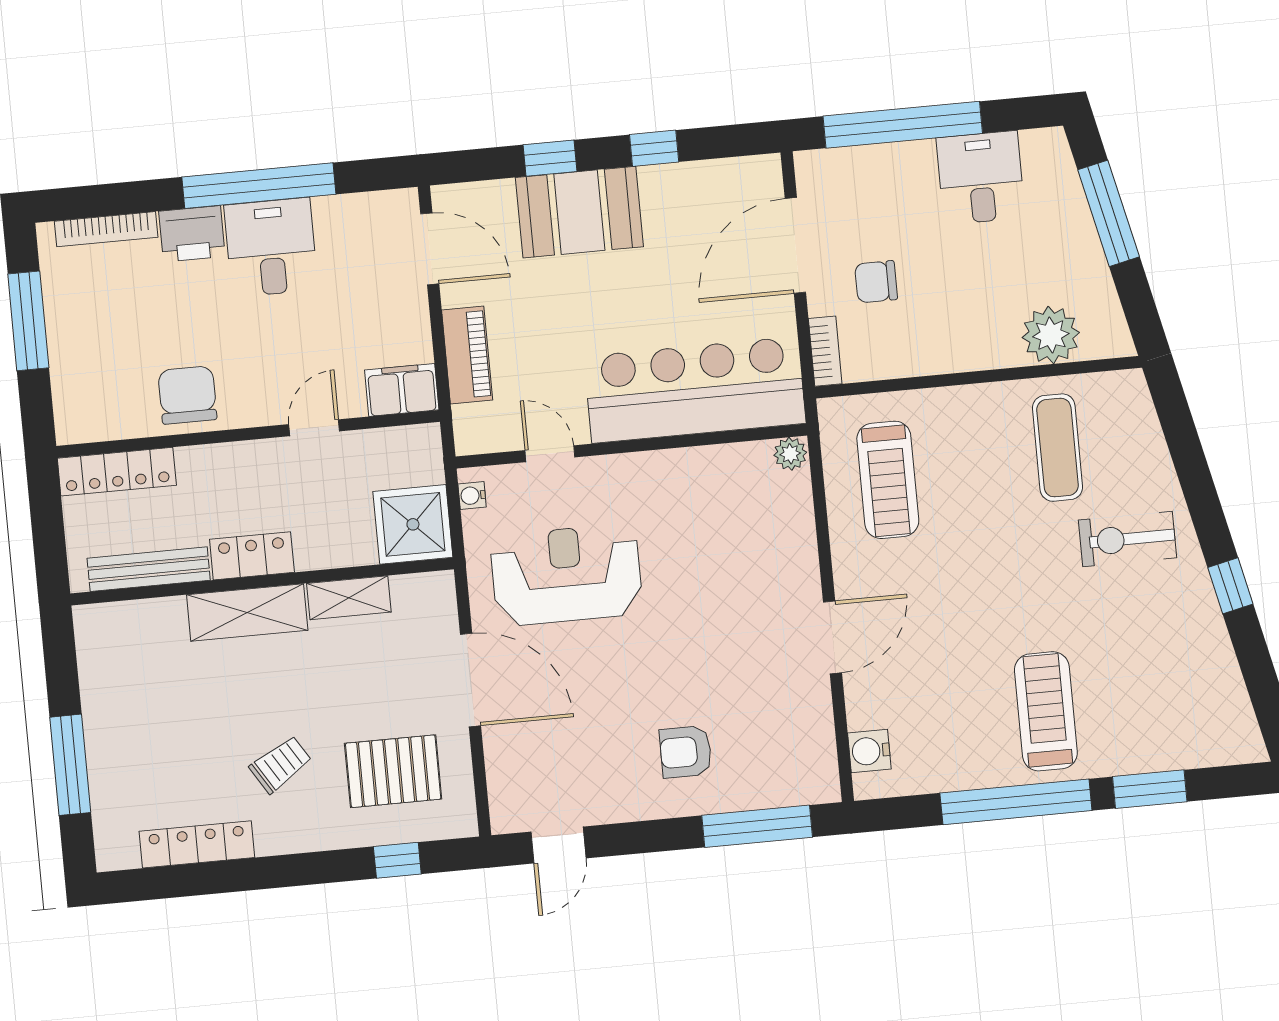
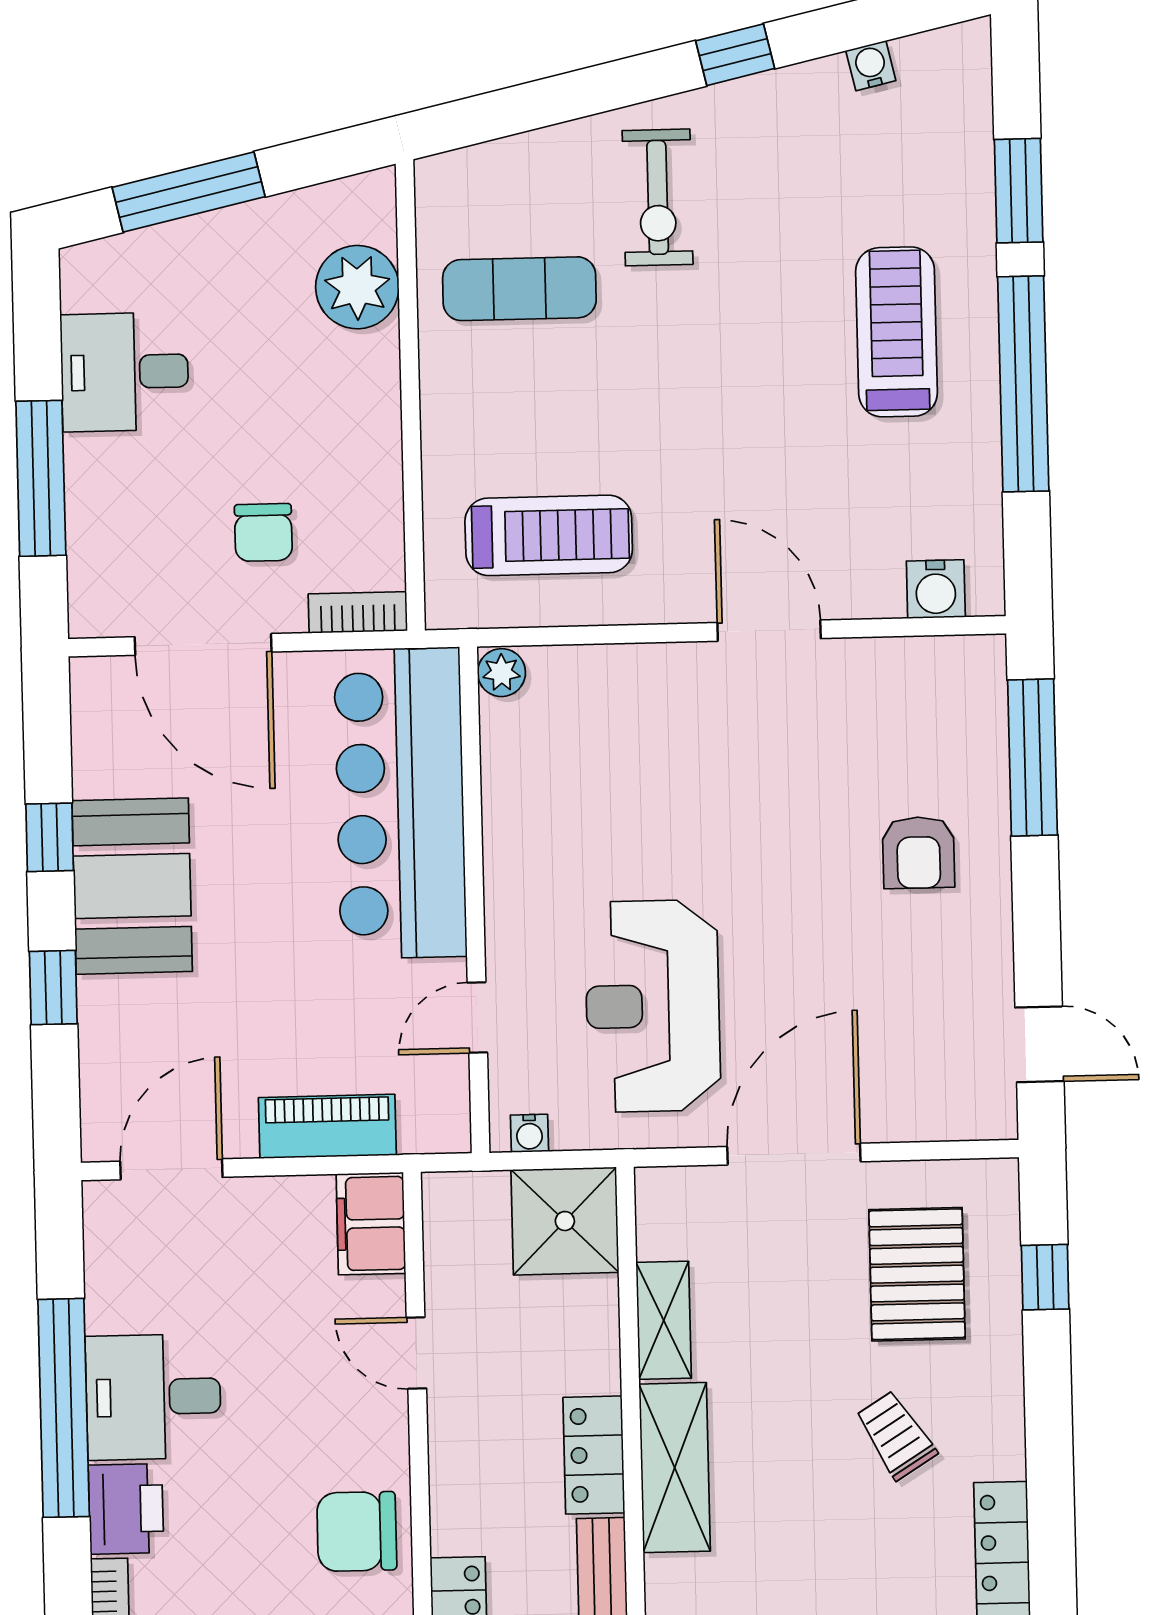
window: (903, 125) -> (41, 478), width x0.68
booth: (579, 212) -> (132, 886), moved
water cooler: (1229, 681) -> (871, 66), added
treadmill: (1046, 711) -> (897, 332), turned 90

